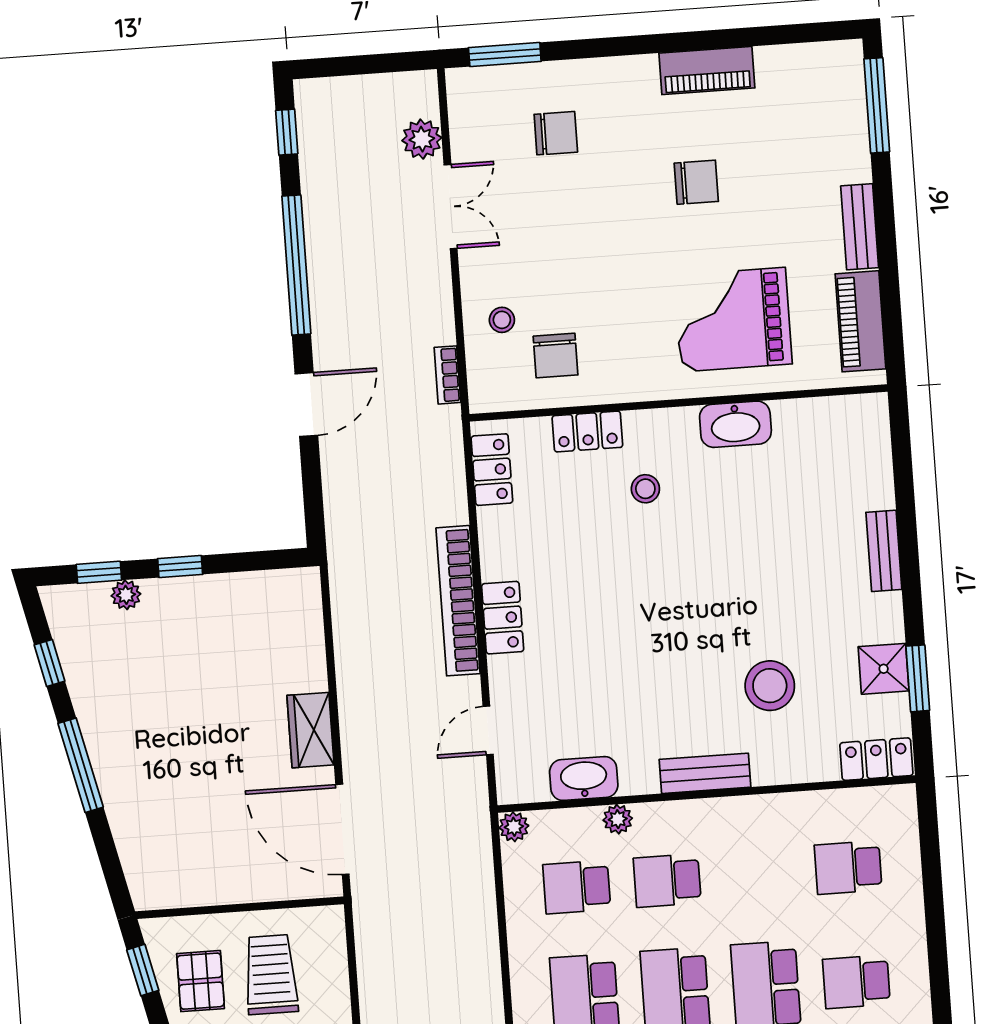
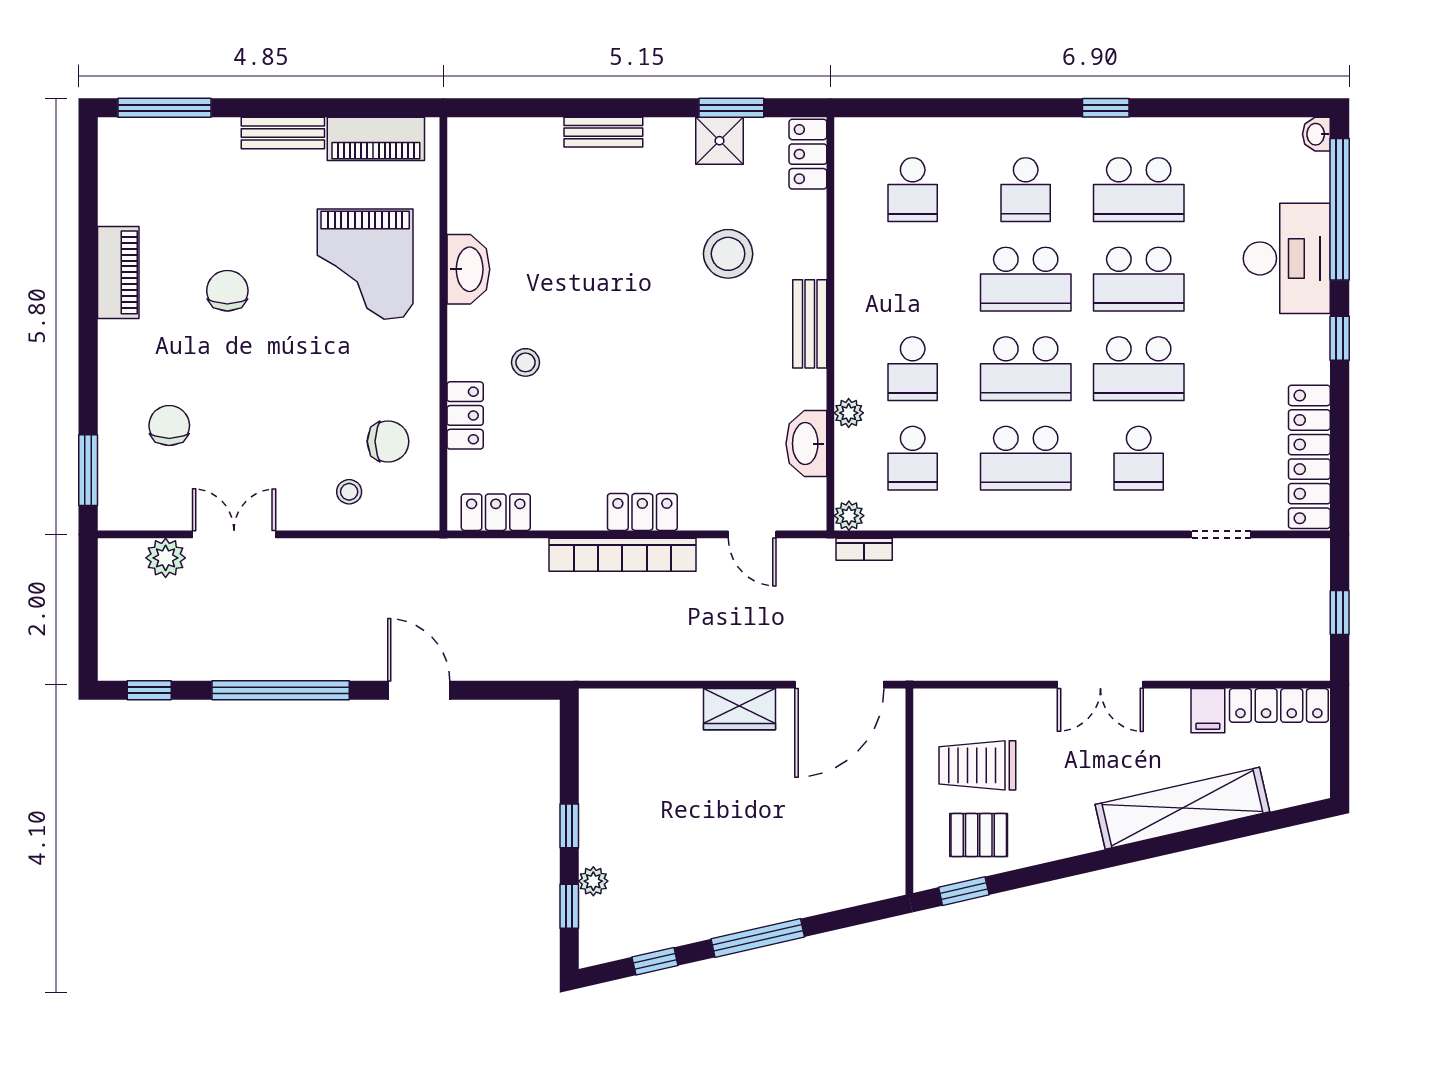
bookcase: (447, 375) -> (864, 549), moved

